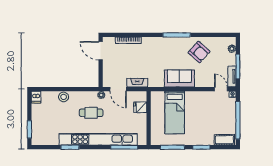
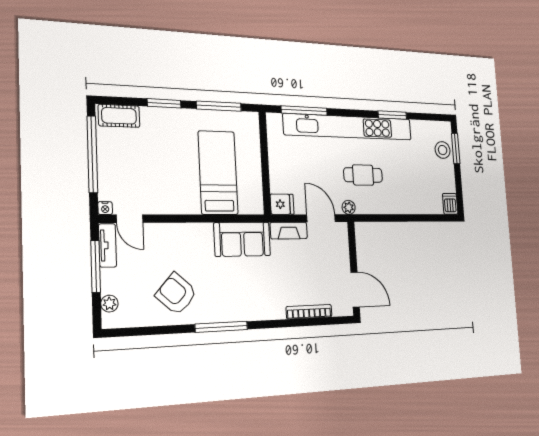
sofa: (179, 78) -> (242, 239), moved
stool: (64, 97) -> (443, 150), moved
fridge: (140, 107) -> (282, 204), moved

